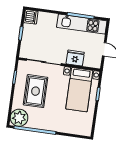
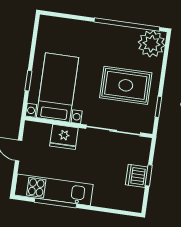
dishwasher: (31, 17) -> (137, 176), moved
rug: (36, 91) -> (126, 85), turned 90

